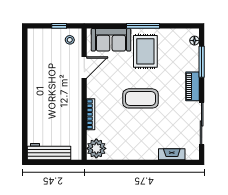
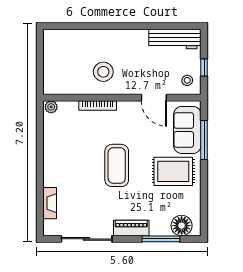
window: (143, 26) -> (204, 140), moved
floor lamp: (194, 41) -> (182, 226), width x1.89, depth x1.89
stool: (63, 110) -> (103, 72), added
plant: (96, 148) -> (51, 107), width x0.53, depth x0.53
workbench: (49, 152) -> (175, 39), moved, turned 90

